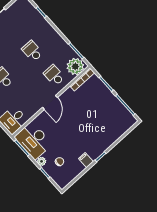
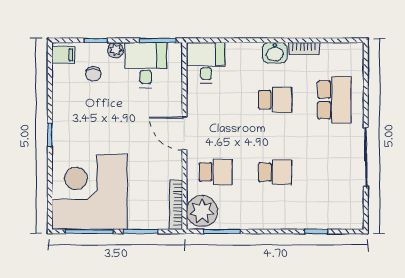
corner desk: (109, 120) -> (89, 192), added
desk: (33, 140) -> (146, 65), width x0.73
filing cabinet: (86, 160) -> (63, 55), moved

